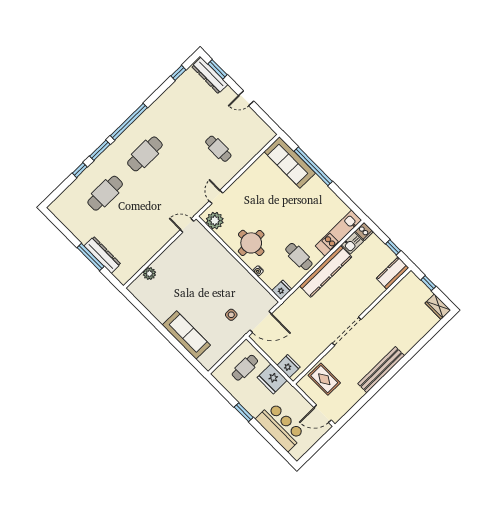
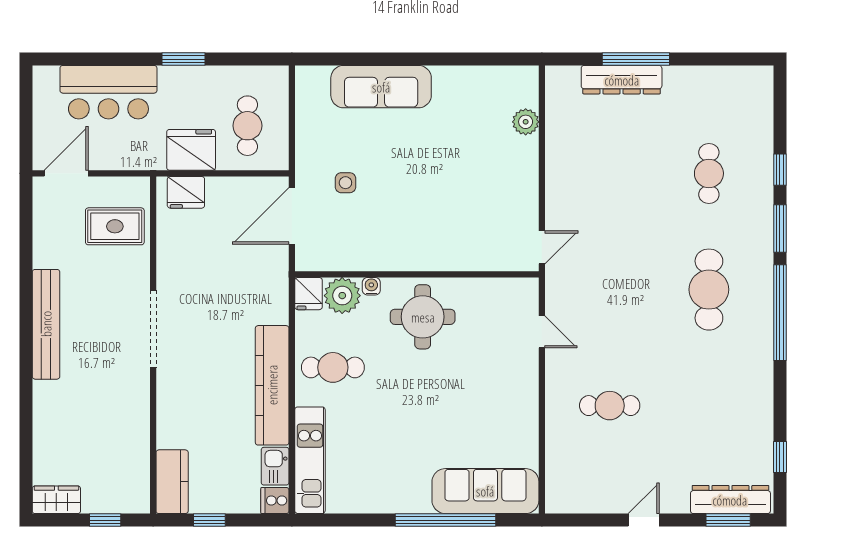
cafe table: (105, 193) -> (709, 173), width x0.73, depth x0.74
plant: (215, 221) -> (342, 296), moved

